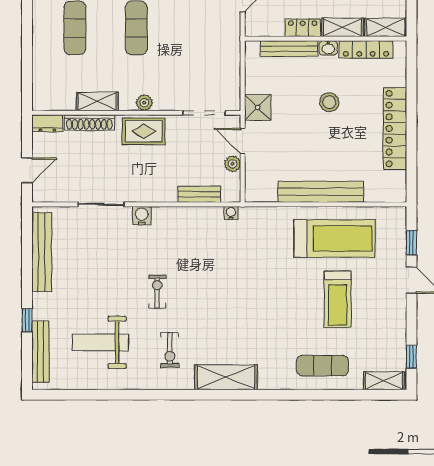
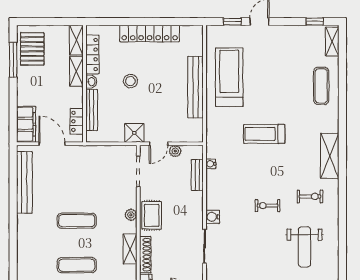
locker: (303, 28) -> (77, 121), moved
water cooler: (231, 213) -> (211, 164), moved
treadmill: (338, 299) -> (264, 134), moved, turned 180

